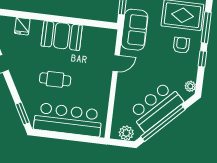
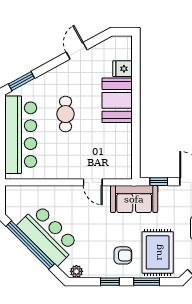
window: (206, 28) -> (147, 282), width x0.69
booth: (62, 36) -> (117, 100), moved
plant: (126, 133) -> (13, 204), removed

